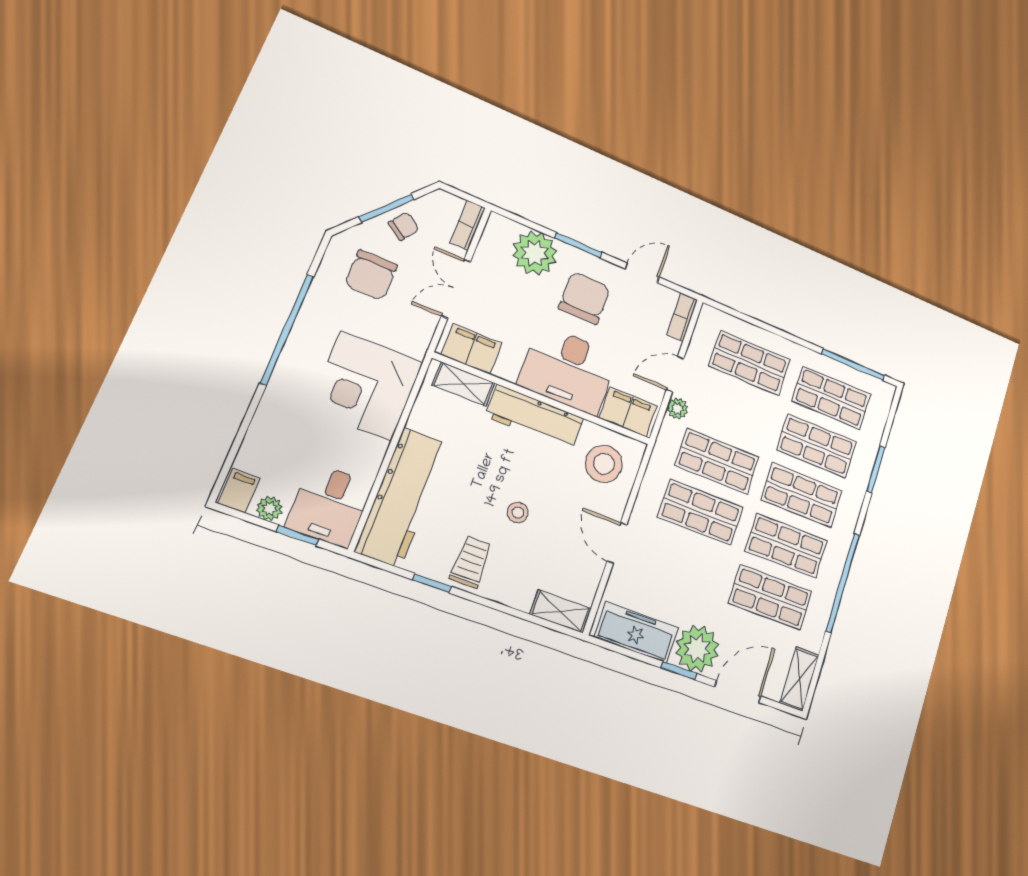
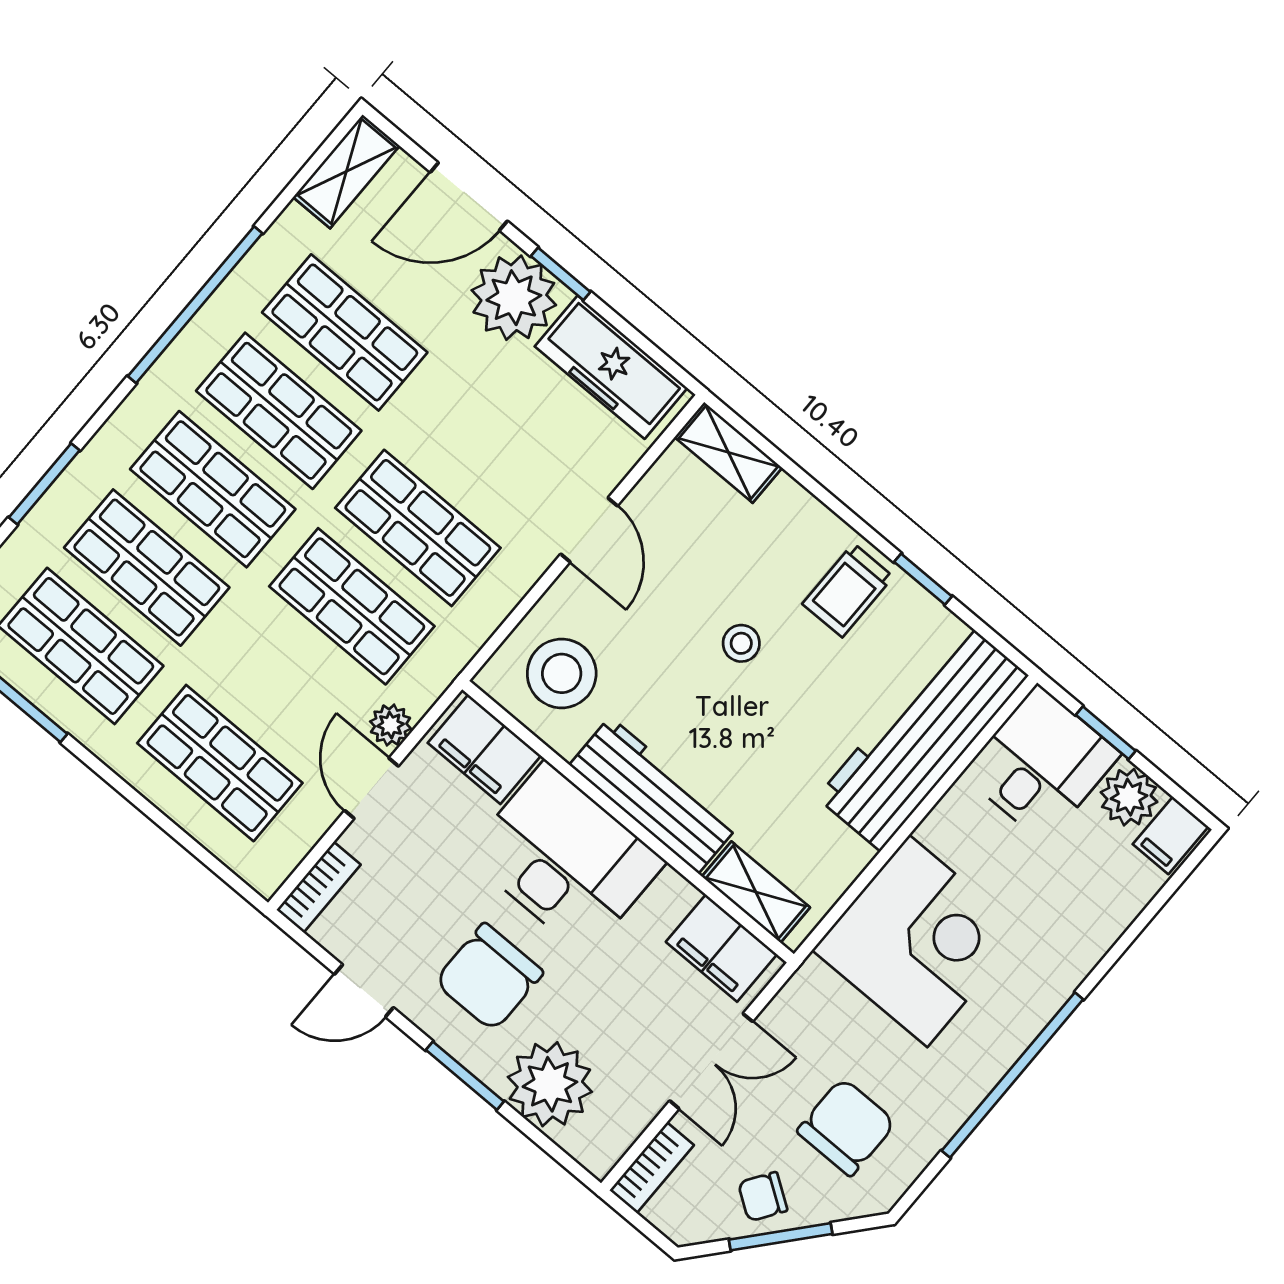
door: (675, 374) -> (372, 788), swing flipped
plant: (270, 508) -> (1129, 797), width x1.38, depth x1.38

